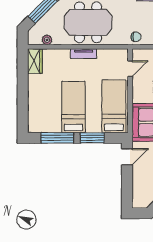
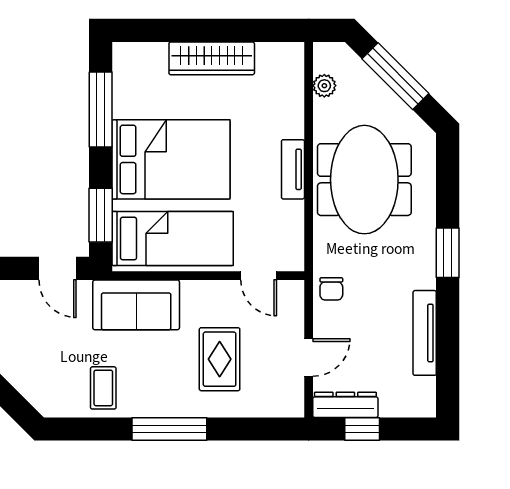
wardrobe: (35, 61) -> (212, 58), moved, width x1.50
bed: (73, 107) -> (171, 159), width x1.50
window: (92, 138) -> (101, 215), moved

